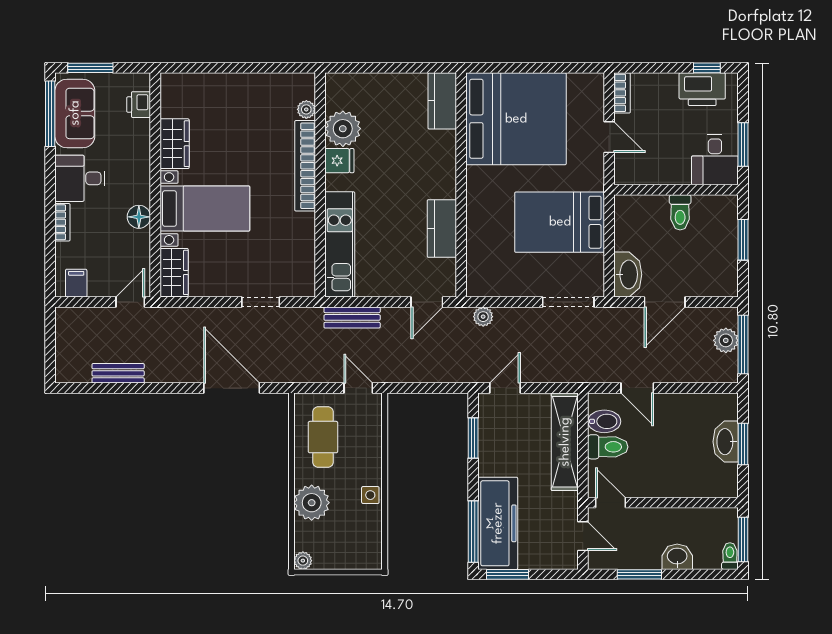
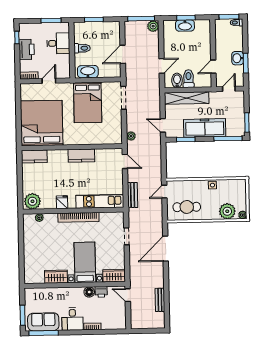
printer: (702, 89) -> (27, 49), moved
printer: (139, 105) -> (101, 292), moved
plant: (343, 129) -> (32, 201), moved
desk: (715, 160) -> (58, 43), moved
bookcase: (305, 166) -> (78, 217), moved
kitchen counter: (442, 229) -> (81, 156), moved
washbasin: (628, 274) -> (88, 72), moved
filing cabinet: (76, 283) -> (120, 320), removed
door: (665, 302) -> (123, 54), swing flipped
plant: (726, 340) -> (153, 26), moved
plant: (312, 503) -> (227, 211), moved
door: (610, 503) -> (213, 67), moved
freezer: (498, 523) -> (205, 128), moved
washbasin: (677, 557) -> (238, 58), moved

